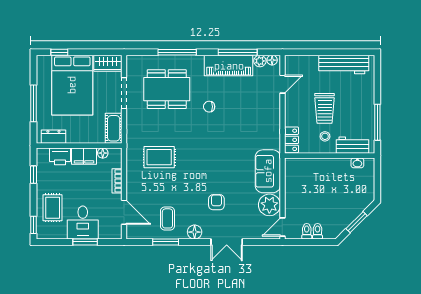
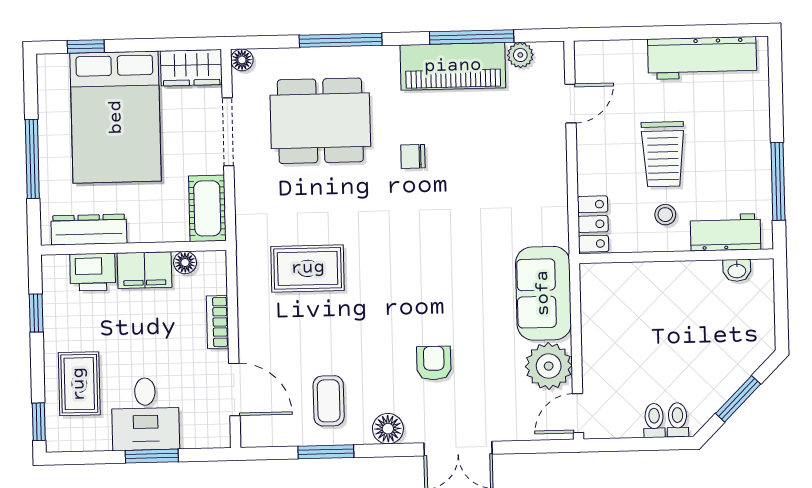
floor lamp: (272, 60) -> (242, 60), moved
dresser: (53, 137) -> (89, 230), width x1.44
toilet: (307, 231) -> (678, 420), moved

